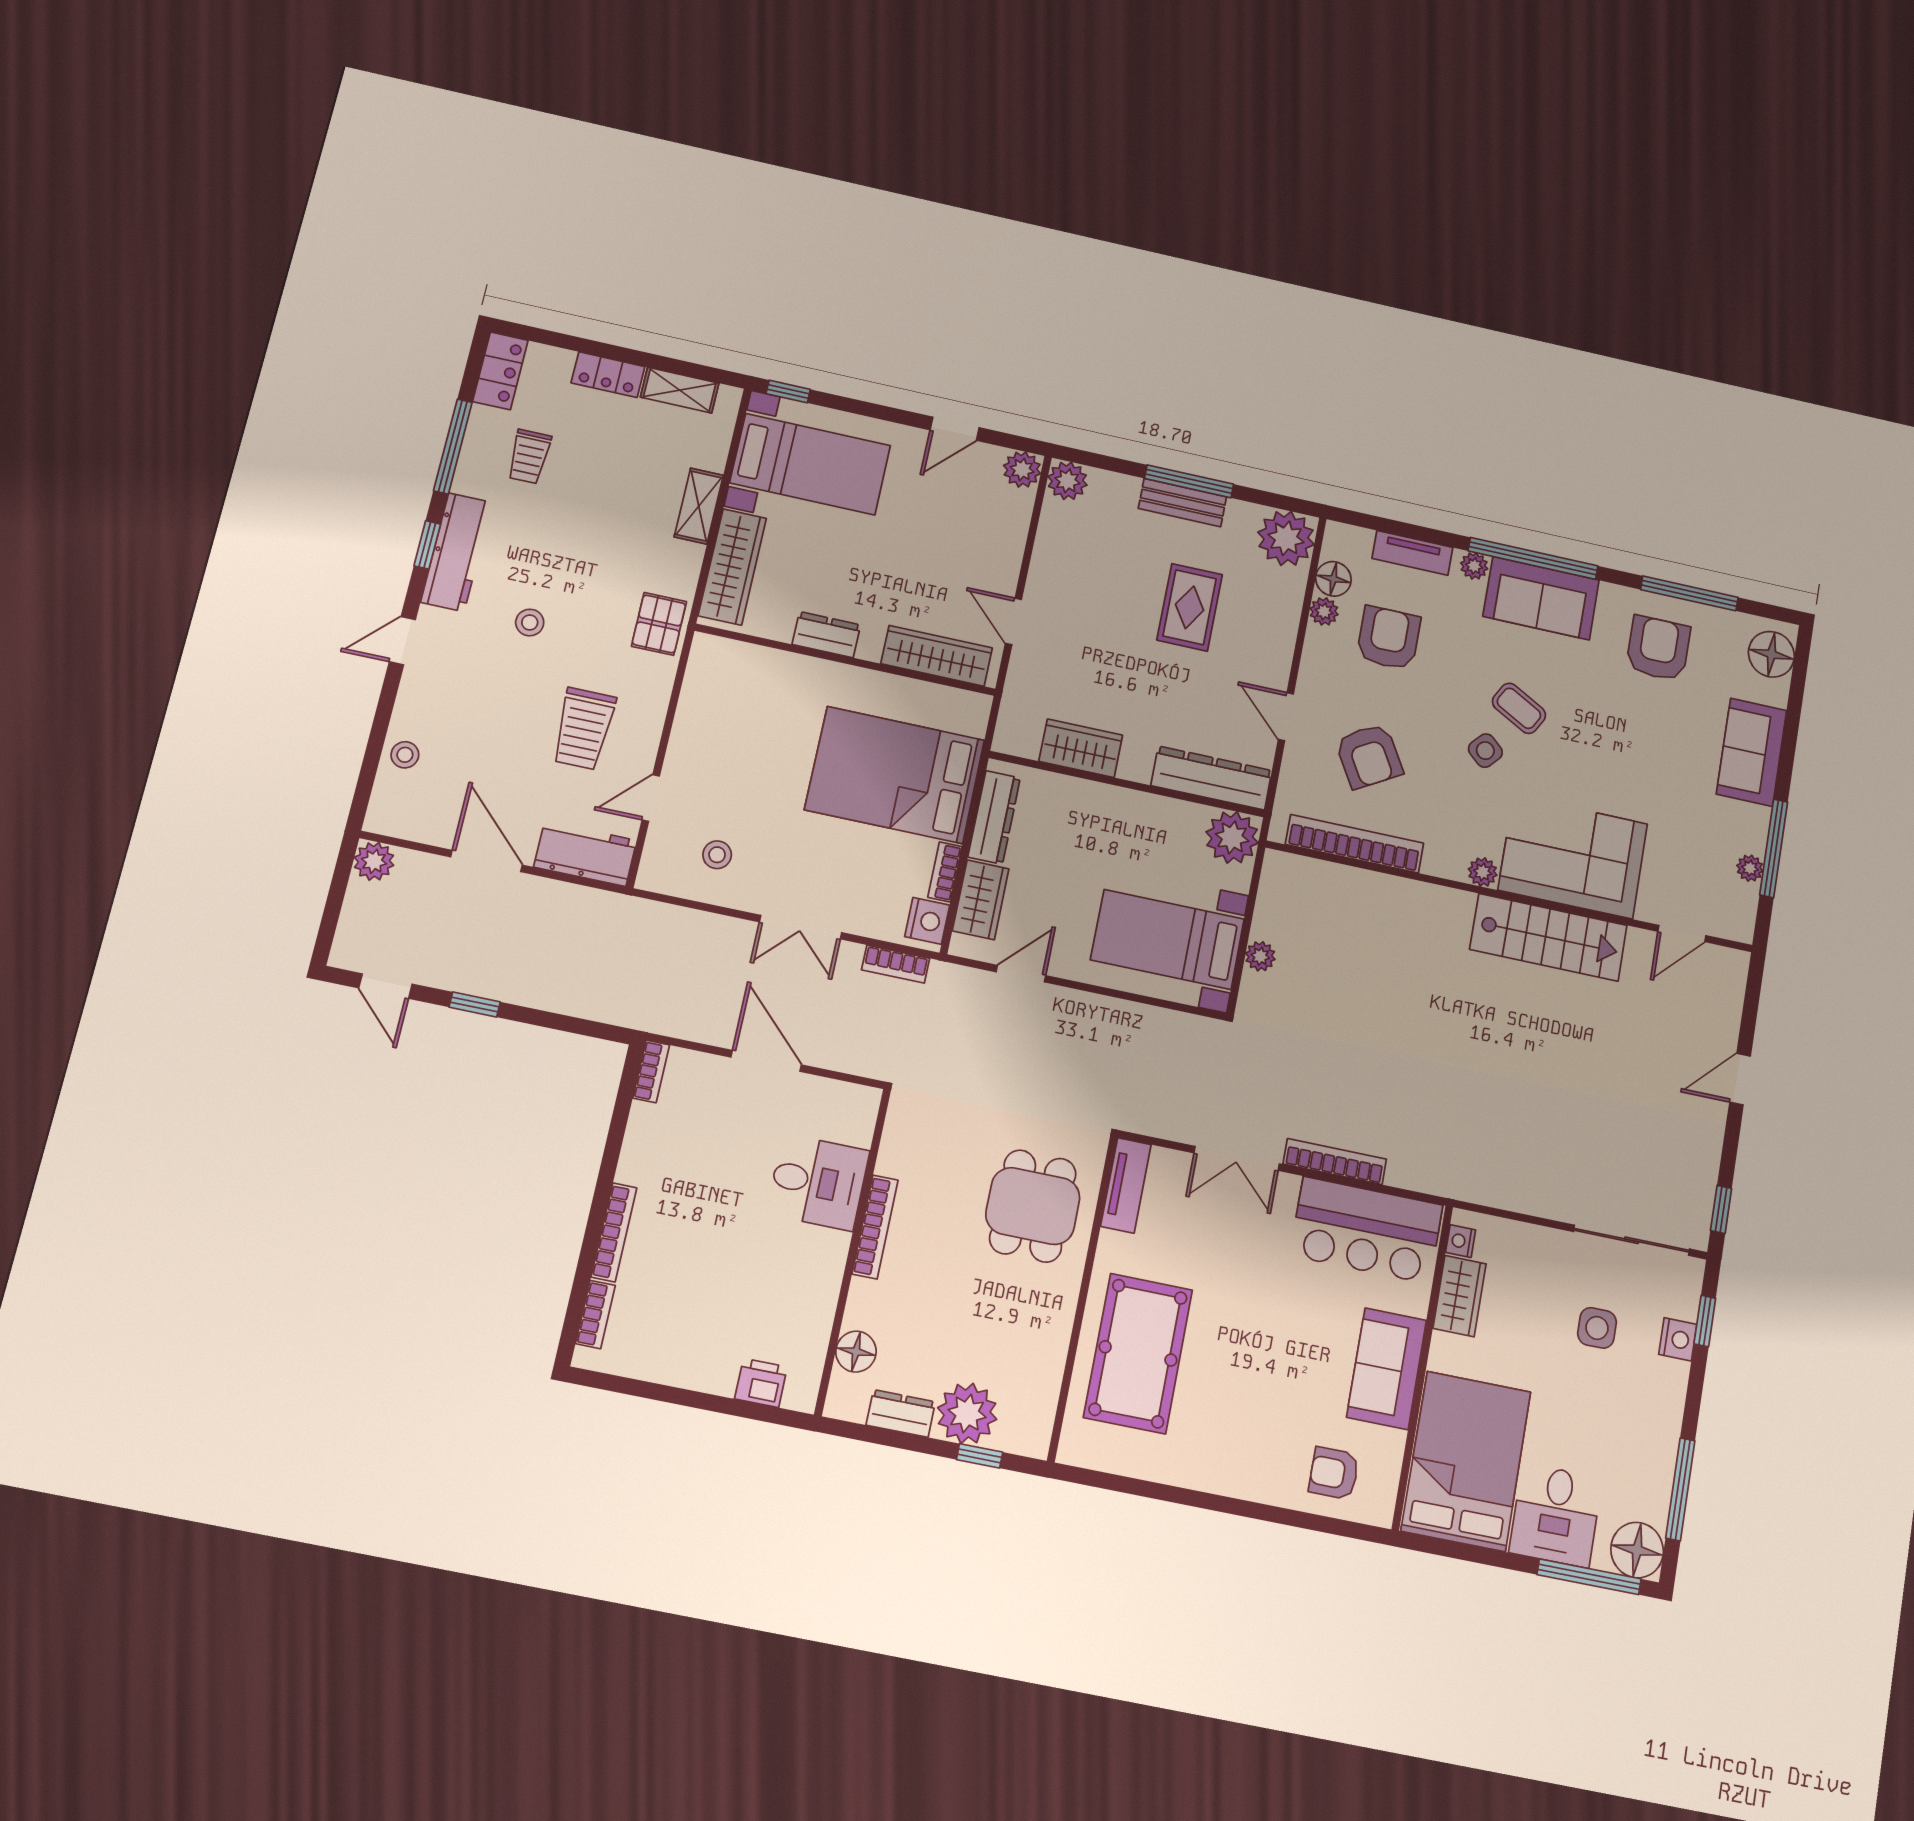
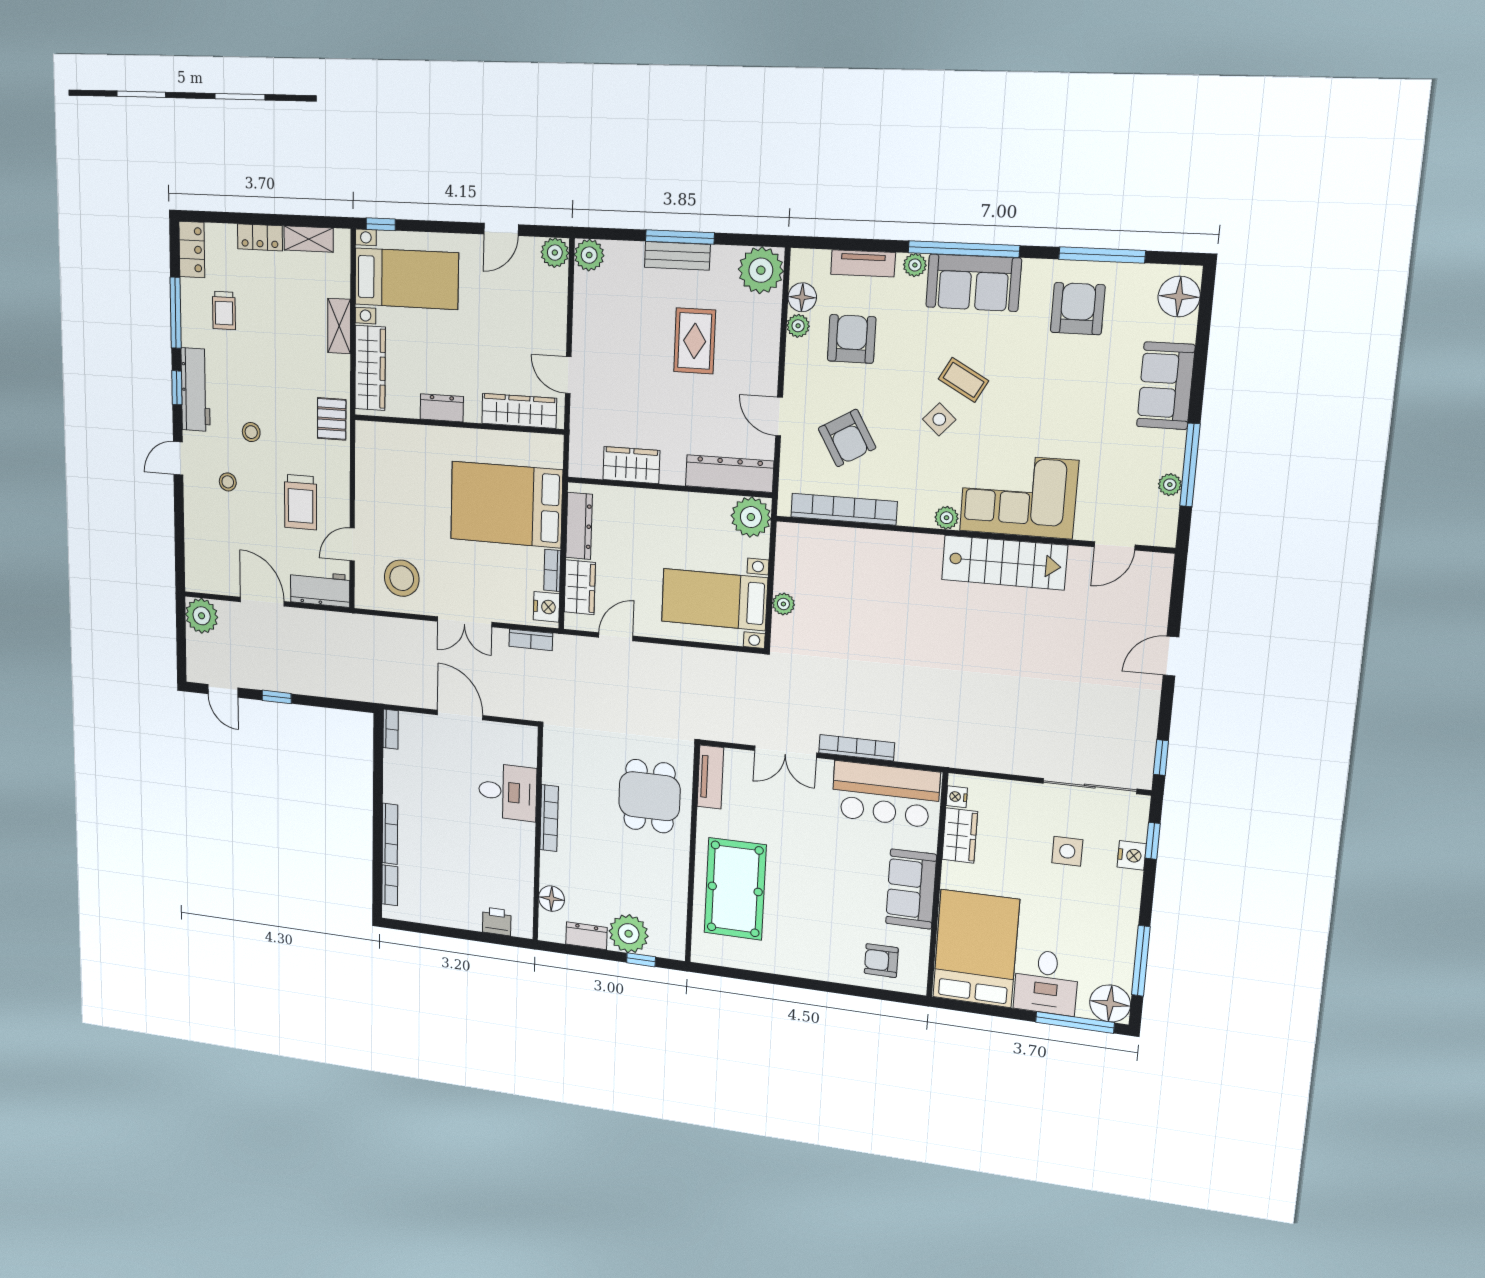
stool: (405, 755) -> (228, 482), moved
stool: (717, 855) -> (402, 578), width x1.89, depth x1.89
plant: (374, 861) -> (202, 616), width x1.36, depth x1.36

